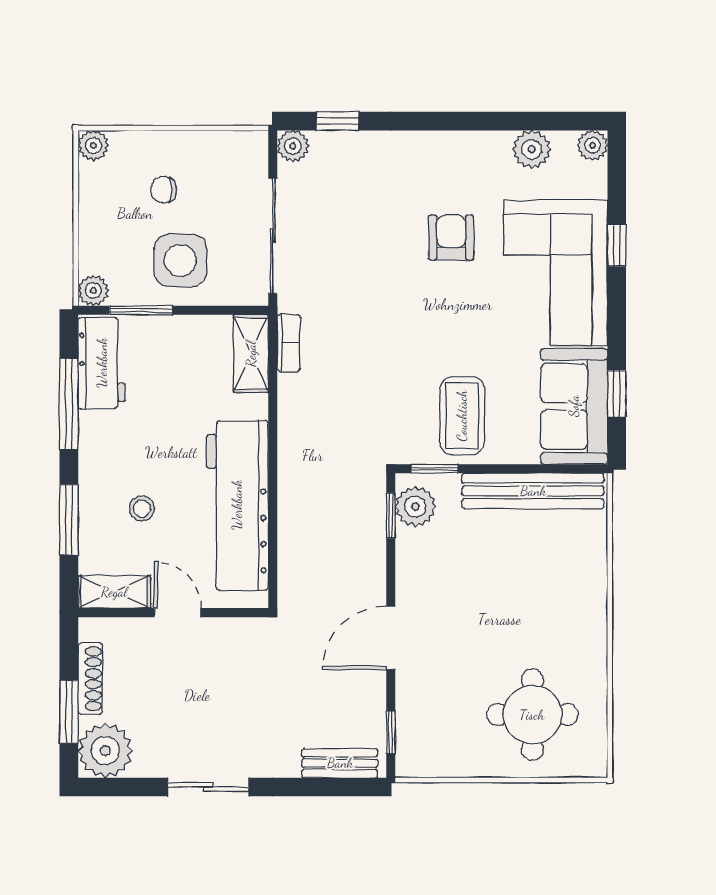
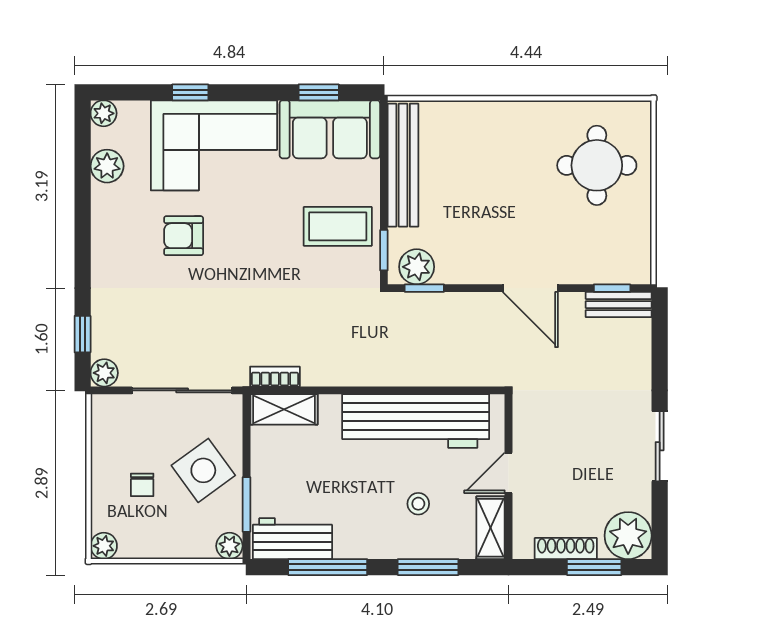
side table: (180, 260) -> (203, 470), turned -36
bench: (340, 763) -> (619, 305), moved, turned 90

